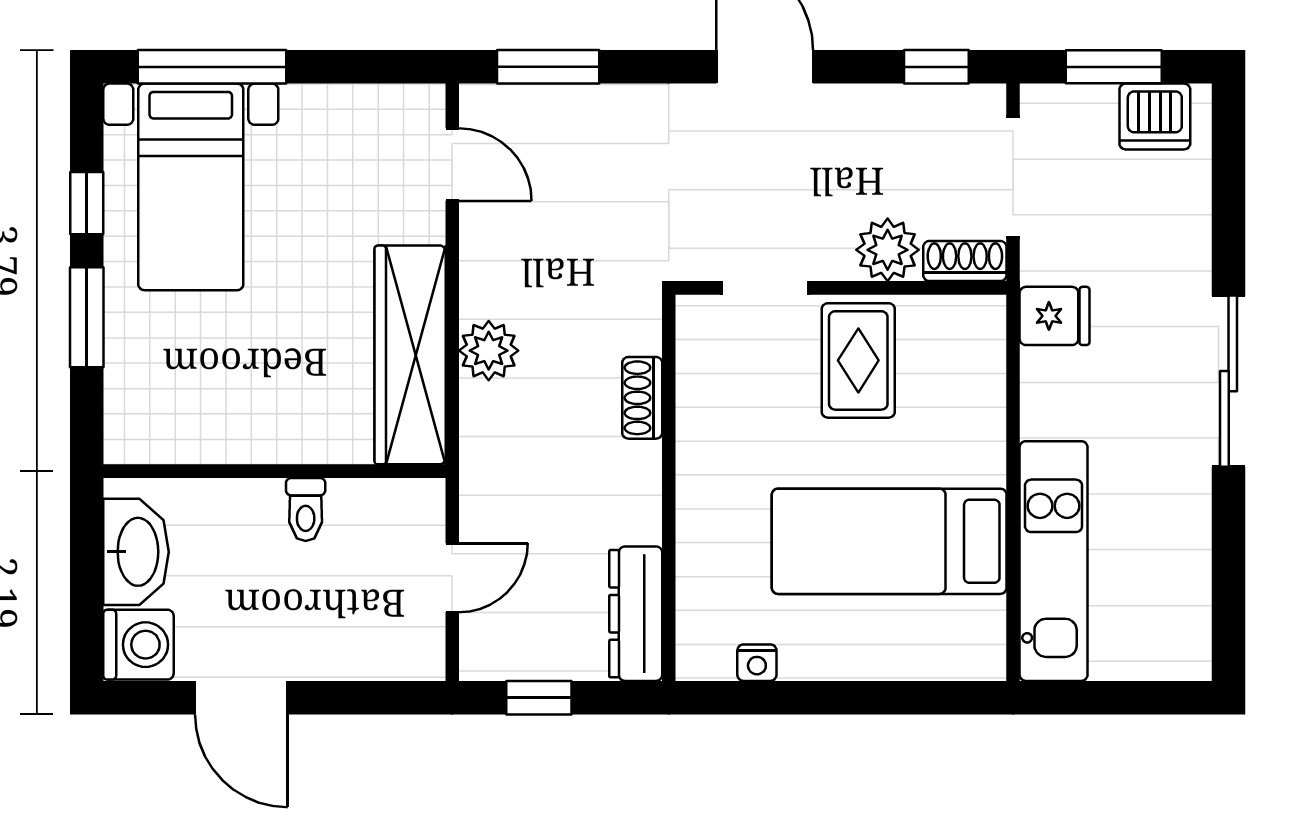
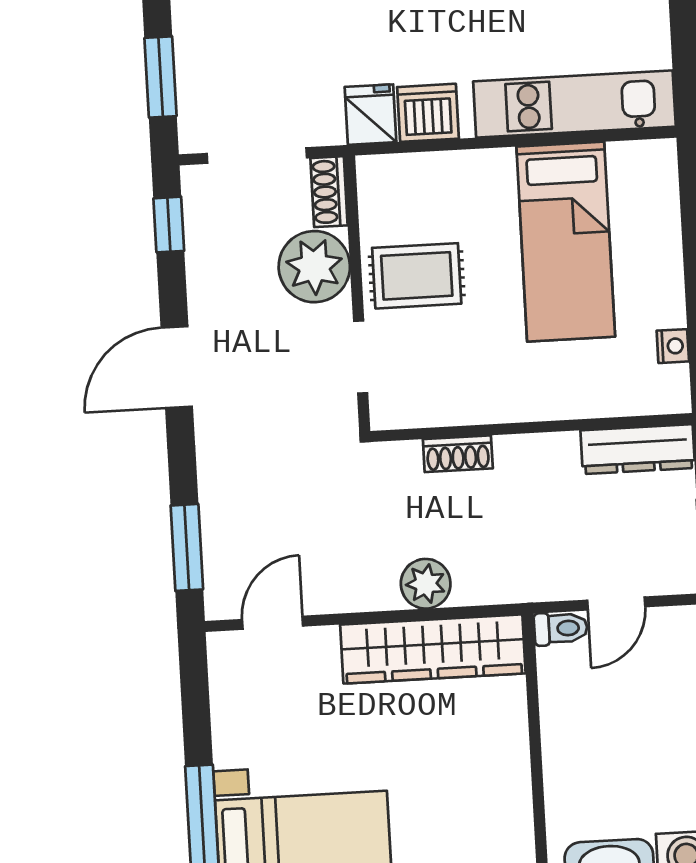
dishwasher: (1155, 117) -> (428, 113), moved, turned -90
plant: (888, 250) -> (314, 267), width x1.36, depth x1.36
toilet: (306, 509) -> (561, 628), moved
door: (452, 578) -> (616, 604), swing flipped

